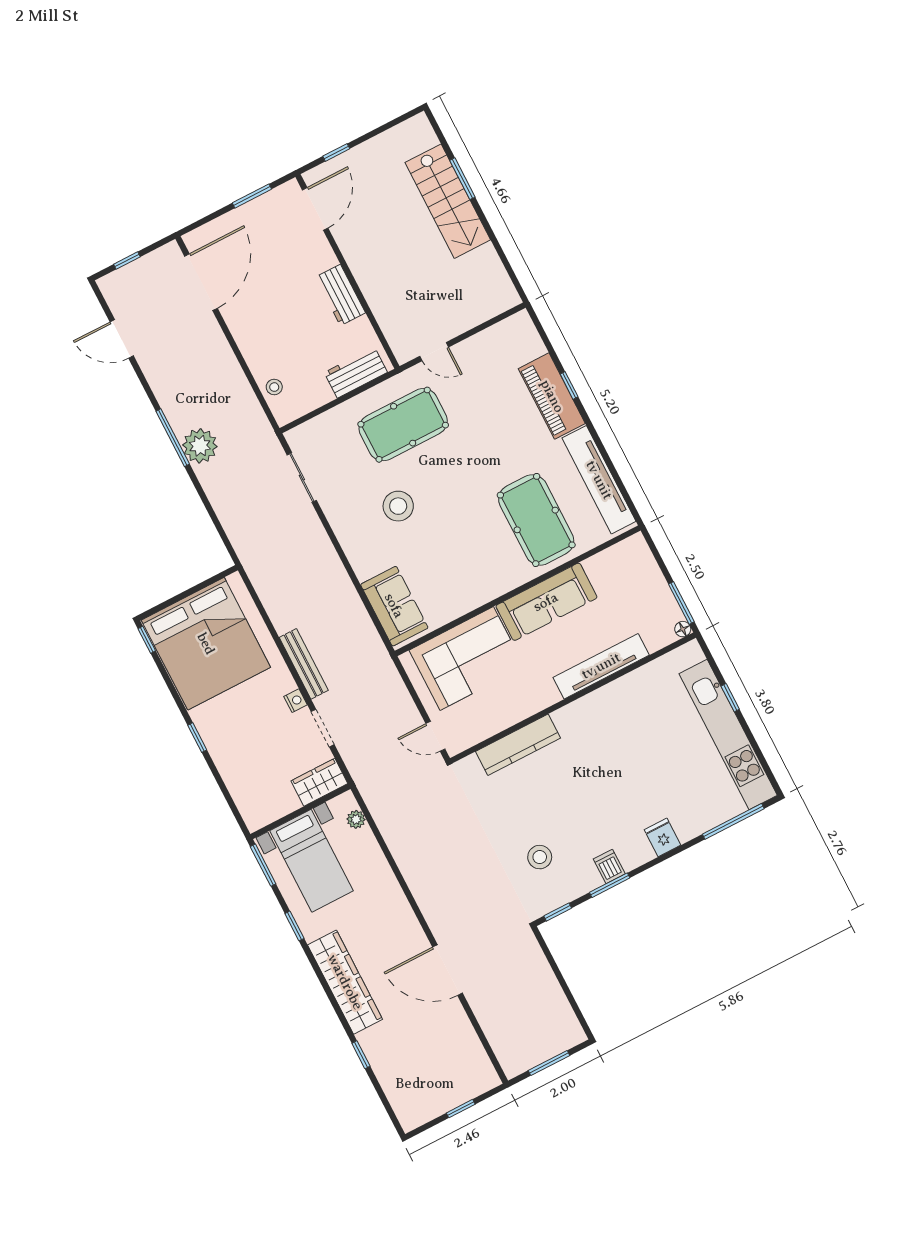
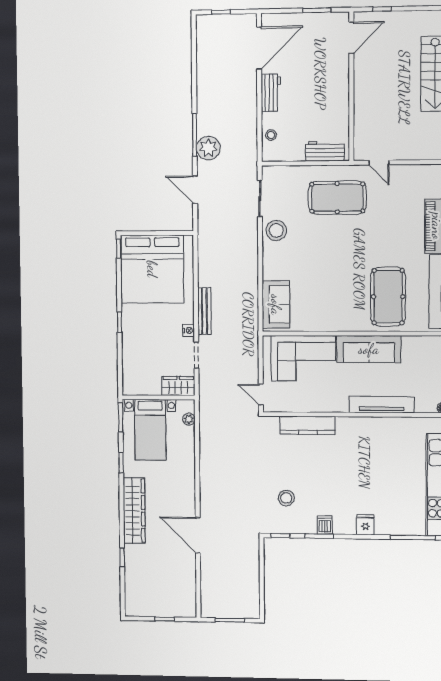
workbench: (340, 295) -> (271, 93), moved, turned 180
door: (122, 339) -> (195, 190), moved
stool: (398, 506) -> (276, 230), moved

